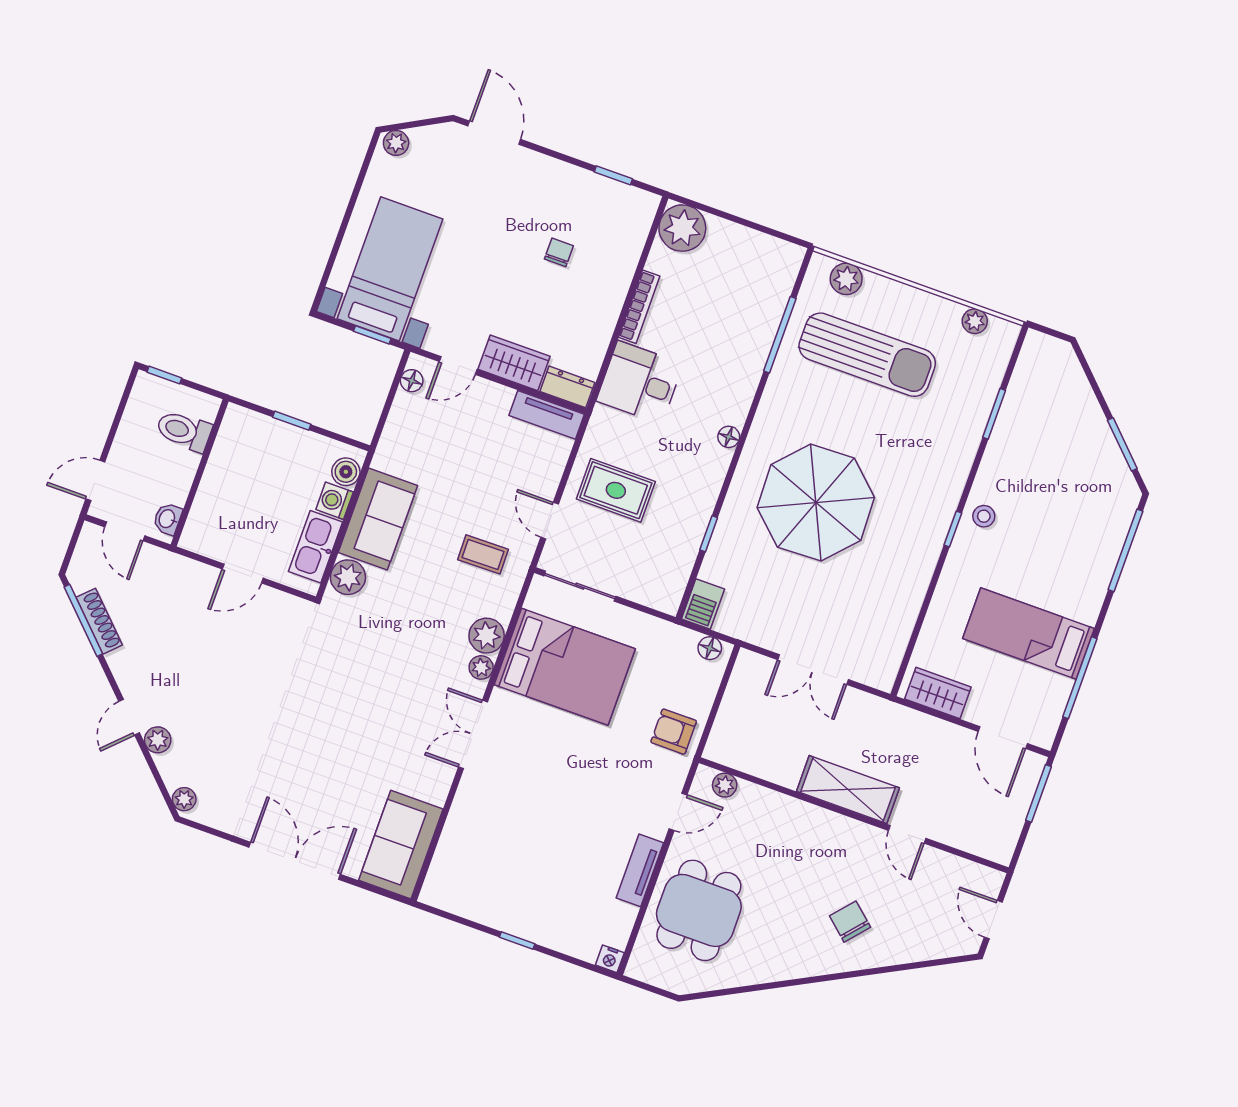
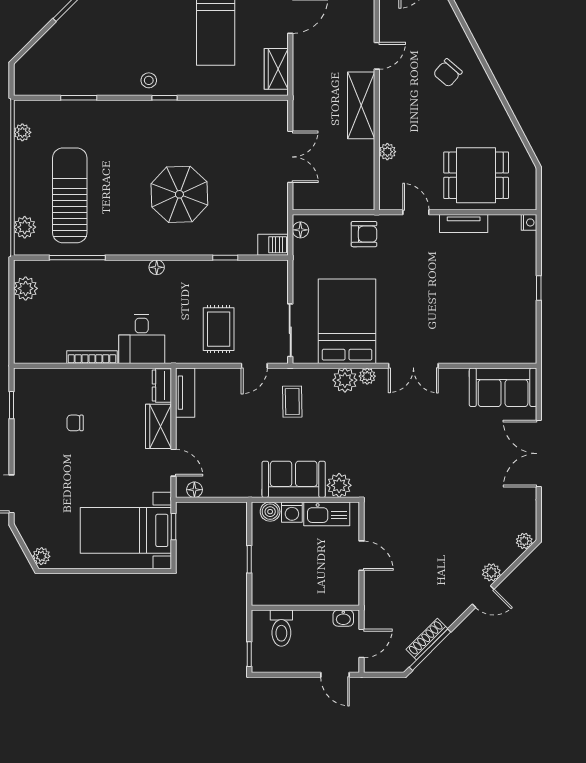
plant: (682, 228) -> (26, 288), moved, width x0.73, depth x0.73
parasol: (816, 503) -> (179, 194), width x0.73, depth x0.73
armchair: (674, 732) -> (364, 234), turned -90
plant: (725, 785) -> (387, 152), moved

